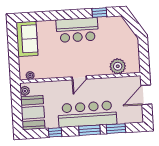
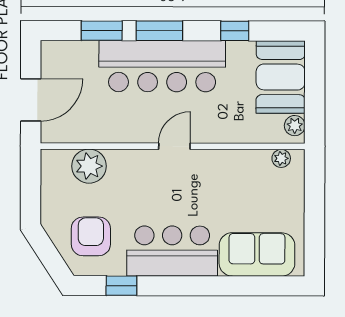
armchair: (115, 34) -> (91, 236), added
sofa: (27, 39) -> (257, 254), moved, turned 90

